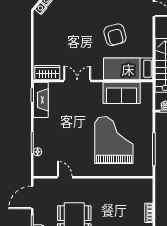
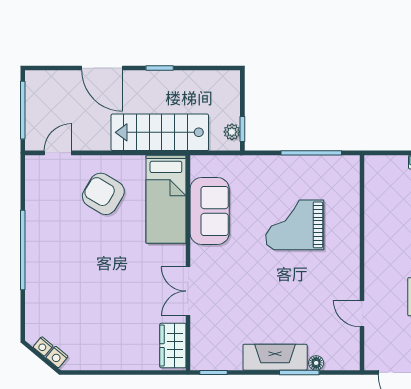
armchair: (115, 35) -> (103, 194), moved, turned -134
fireplace: (41, 100) -> (275, 357), moved
grand piano: (114, 140) -> (295, 225), width x0.73, depth x0.68
door: (65, 177) -> (362, 314), hinge flipped

